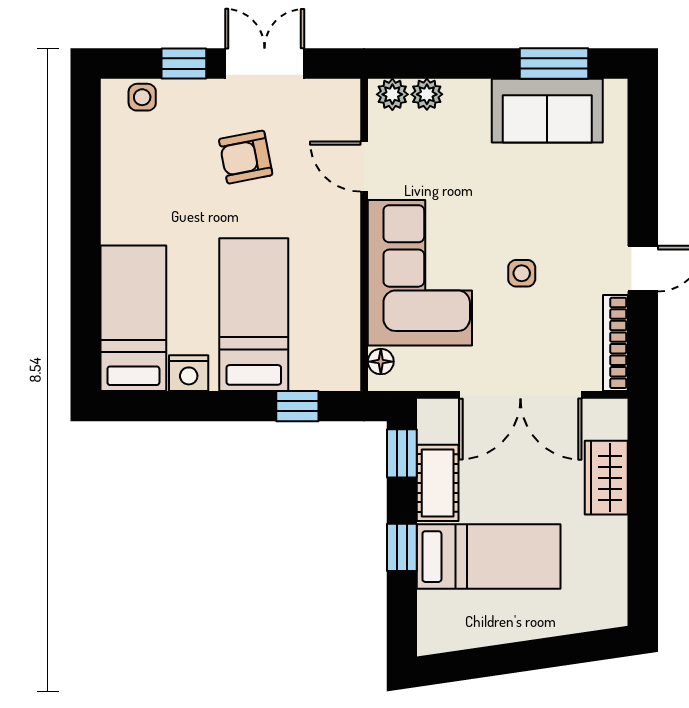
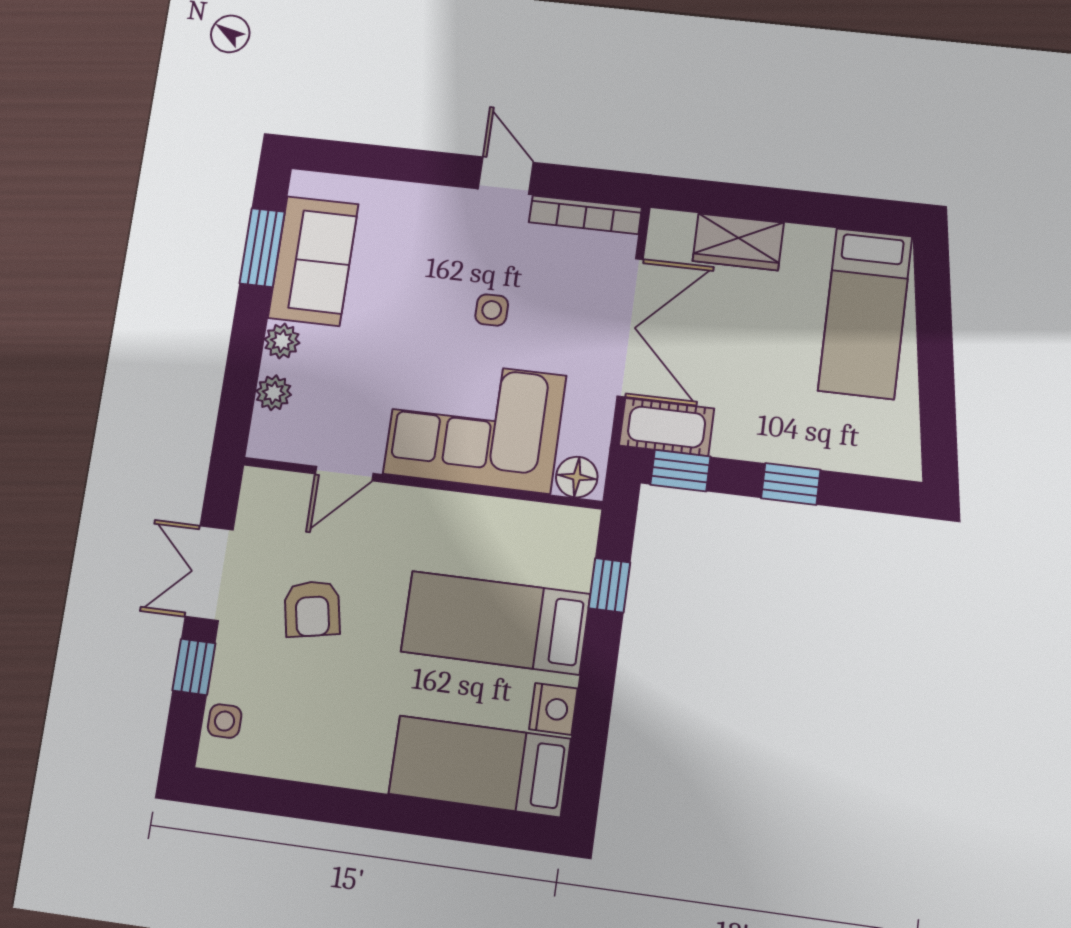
plant: (392, 94) -> (282, 341), moved
floor lamp: (381, 362) -> (577, 477), width x1.37, depth x1.37
cot: (438, 483) -> (667, 427), moved
bed: (489, 557) -> (865, 313), moved, turned 180

